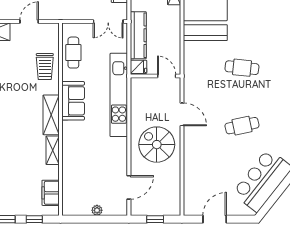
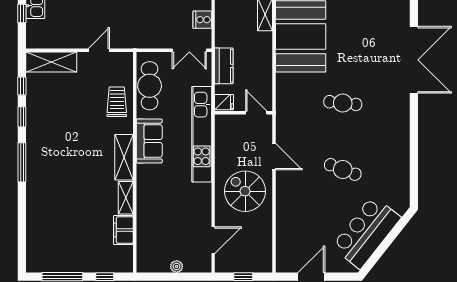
kitchen counter: (138, 35) -> (224, 66), width x0.67
cafe table: (73, 53) -> (150, 86), width x1.37, depth x1.35
trolley: (45, 67) -> (117, 102), turned 180
cafe table: (242, 126) -> (343, 169), turned 33
filing cabinet: (51, 193) -> (123, 230), moved

